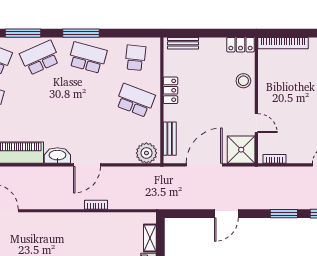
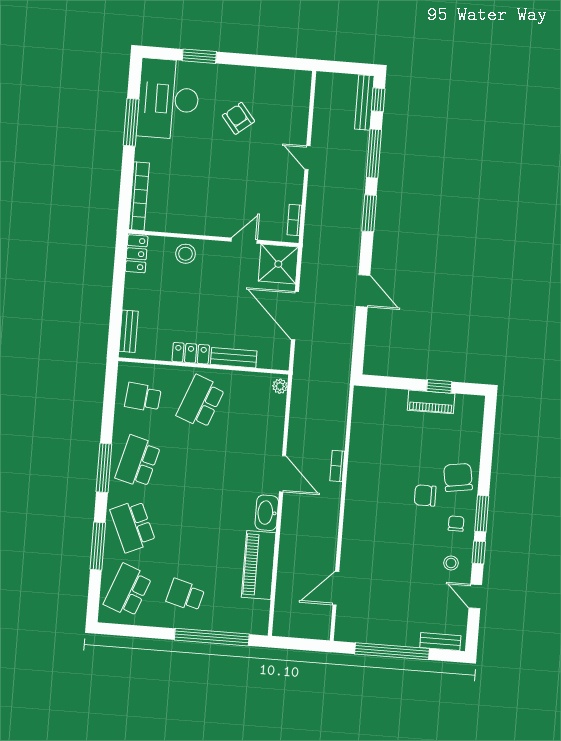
bench: (170, 139) -> (234, 358), moved
plant: (146, 153) -> (280, 386), width x0.53, depth x0.53
shelving: (150, 238) -> (388, 397), removed

